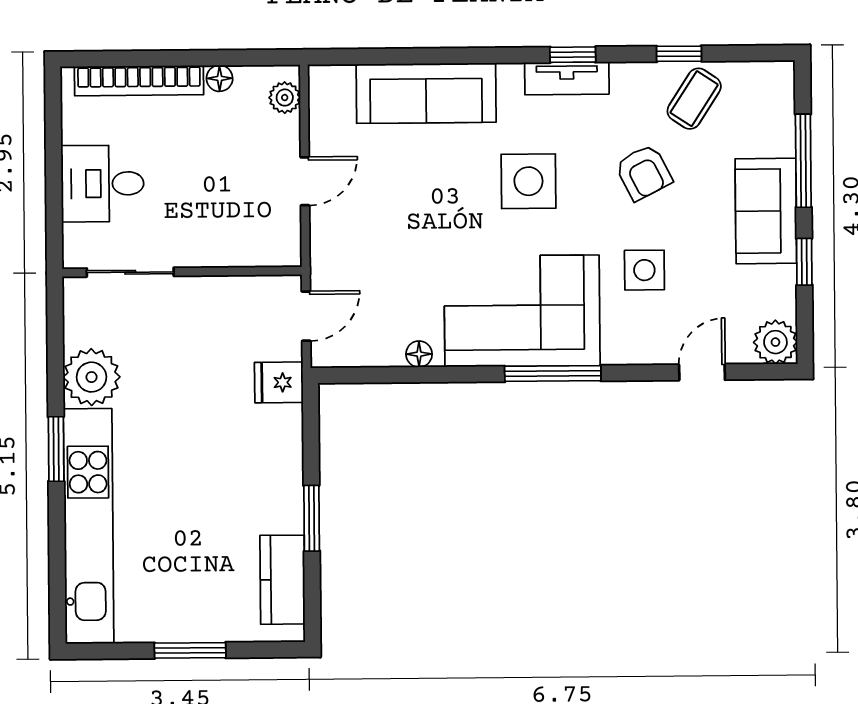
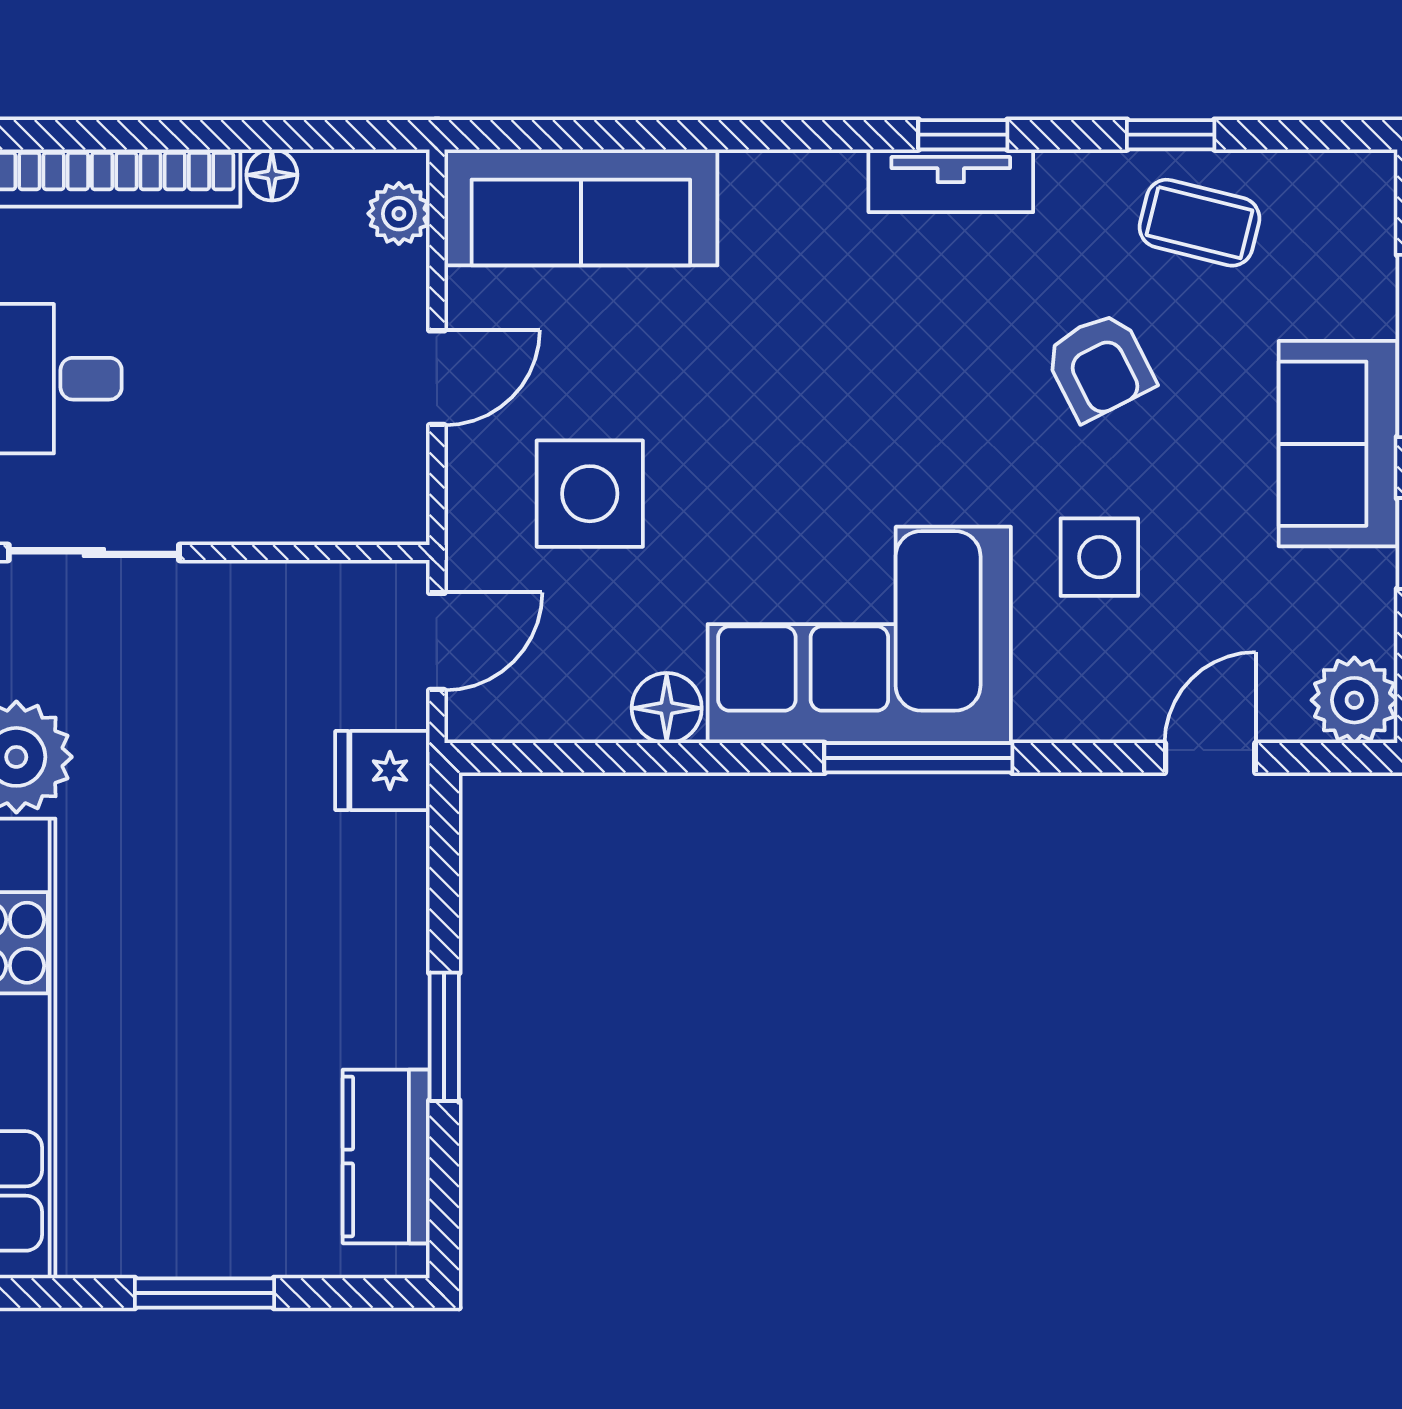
sofa: (426, 93) -> (581, 207), moved
coffee table: (694, 99) -> (1200, 223), turned 71
side table: (528, 181) -> (590, 494), moved
floor lamp: (419, 354) -> (667, 708), width x1.37, depth x1.37

